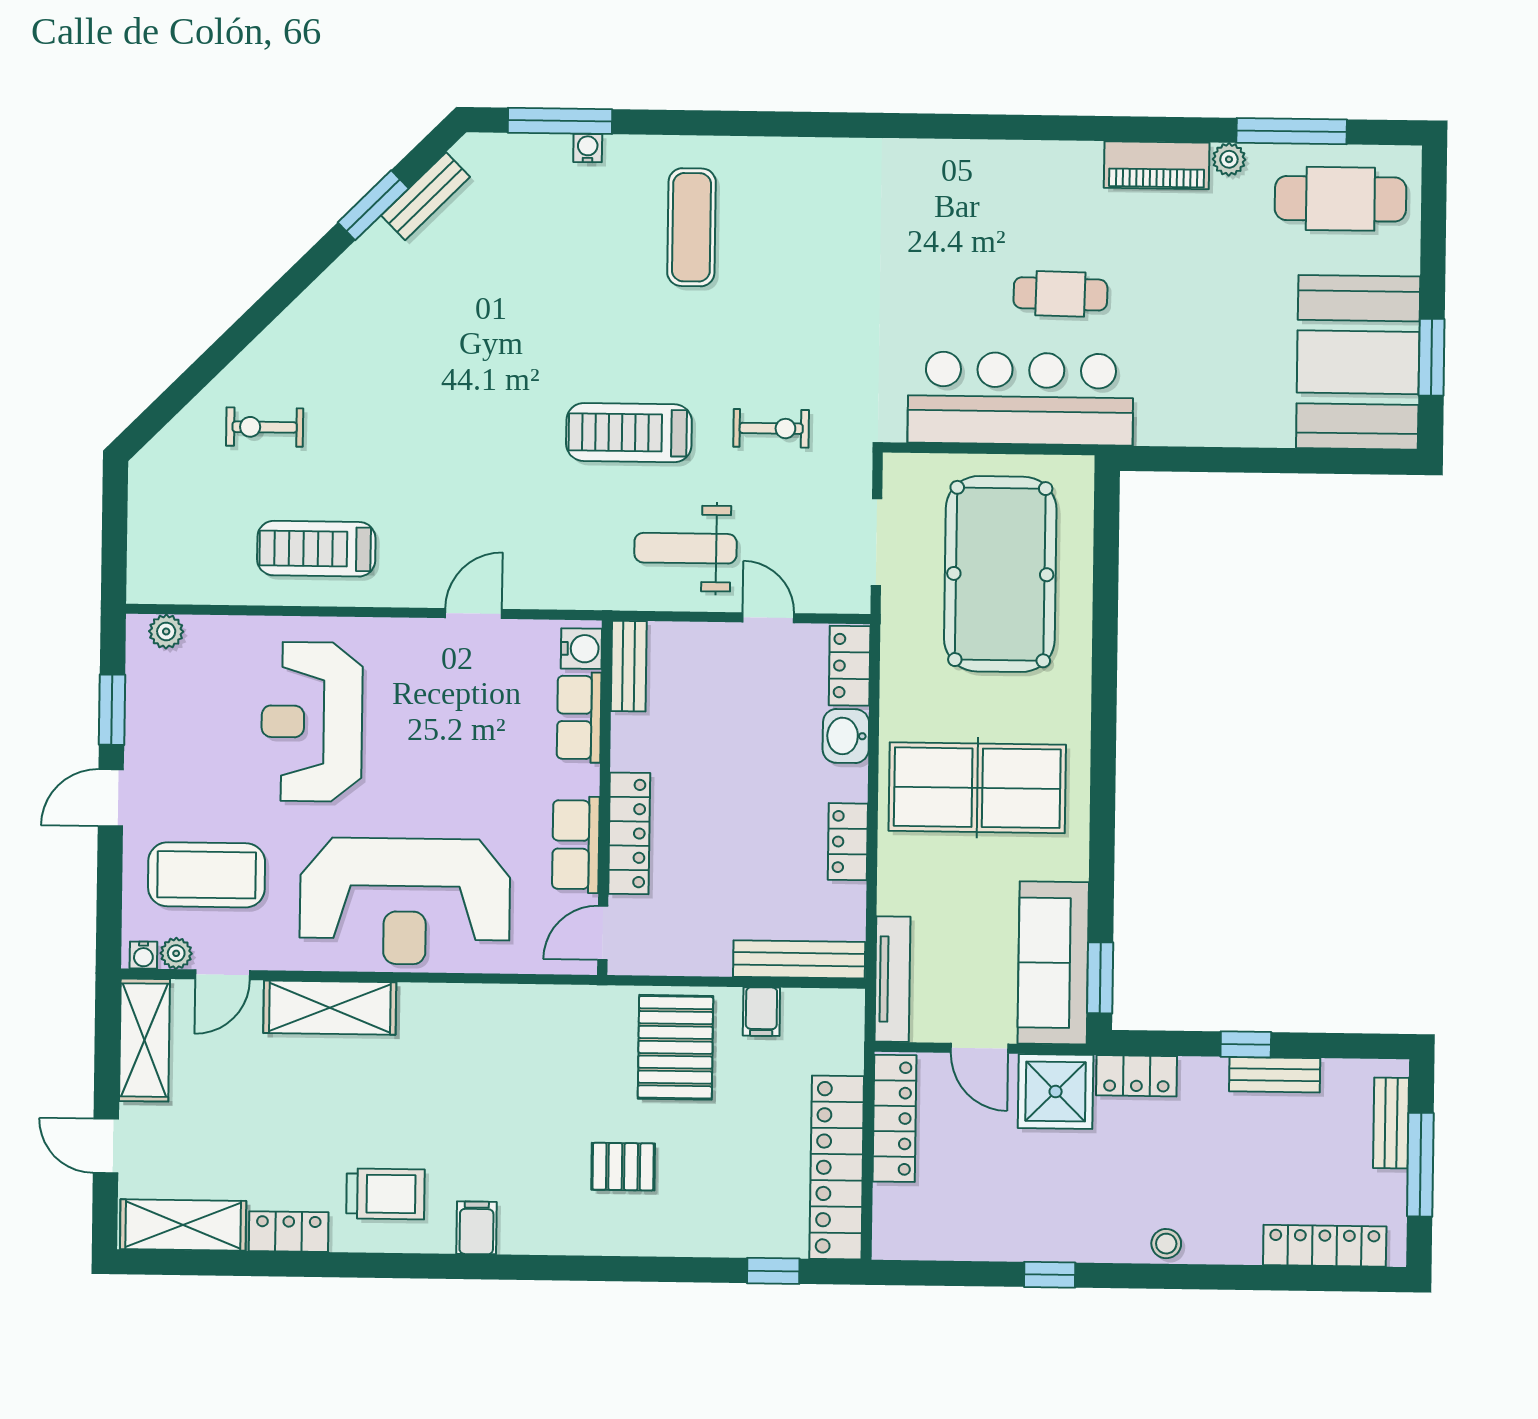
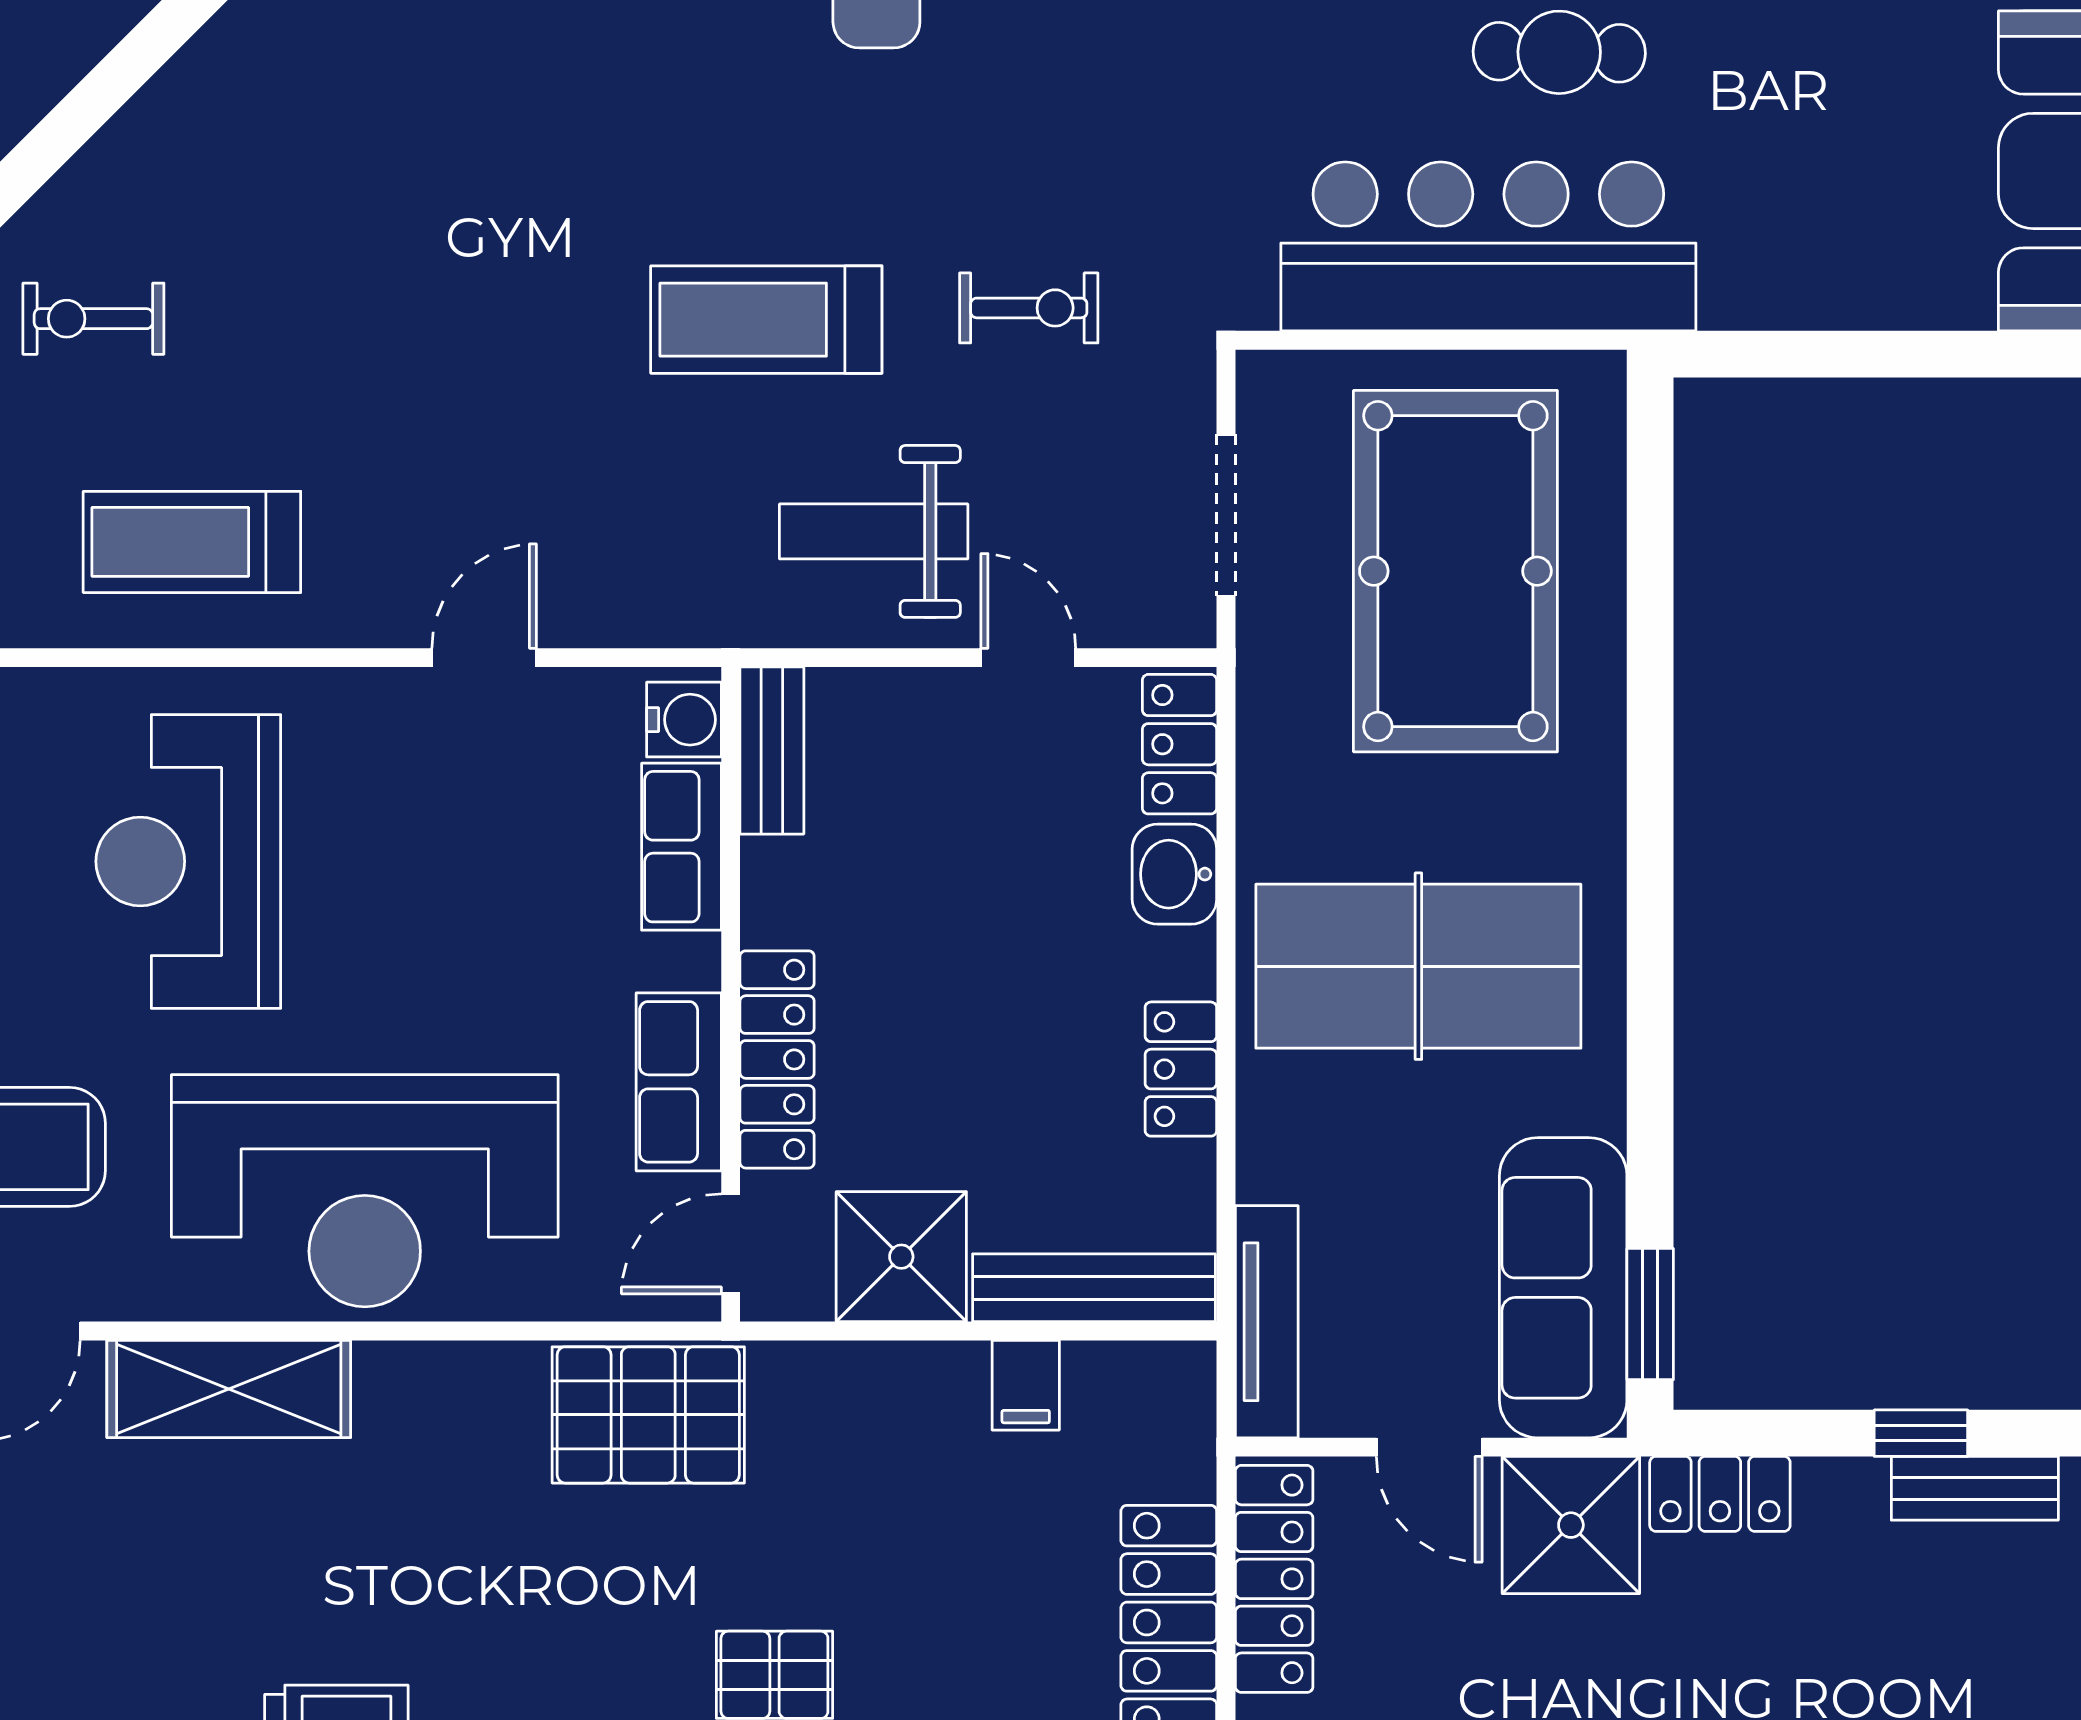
shower: (695, 941) -> (901, 1257), added
pallet: (675, 1047) -> (648, 1415), moved, turned 90

